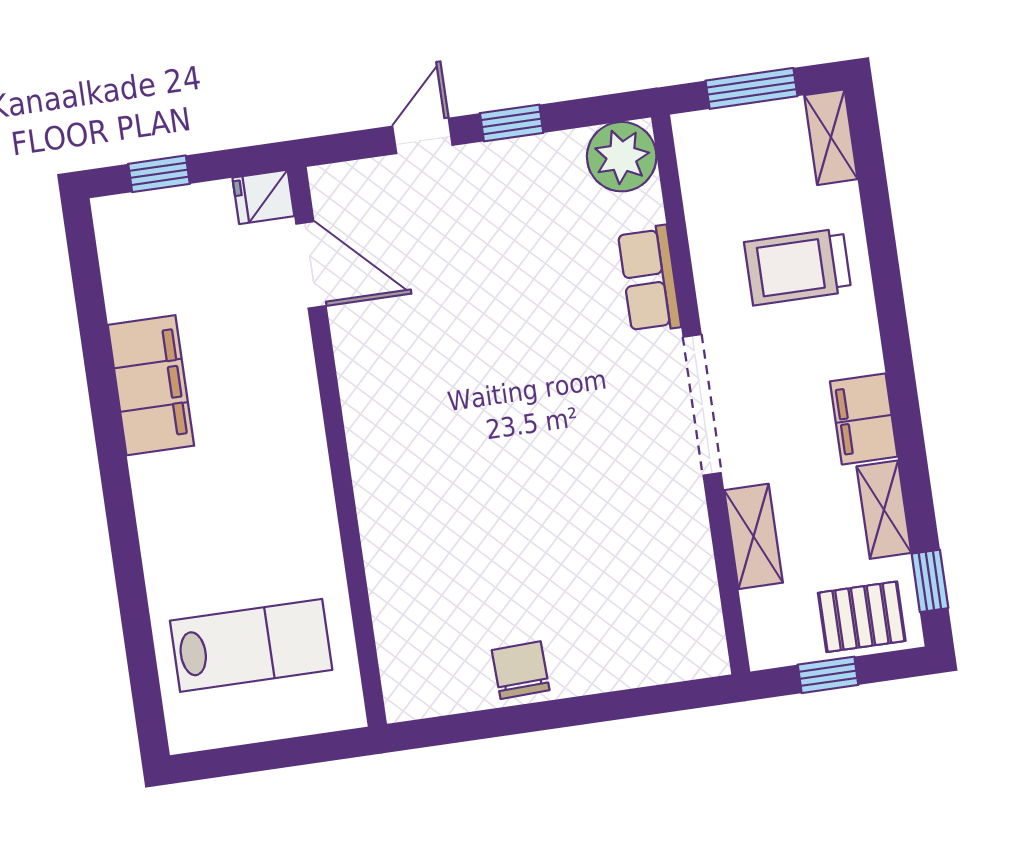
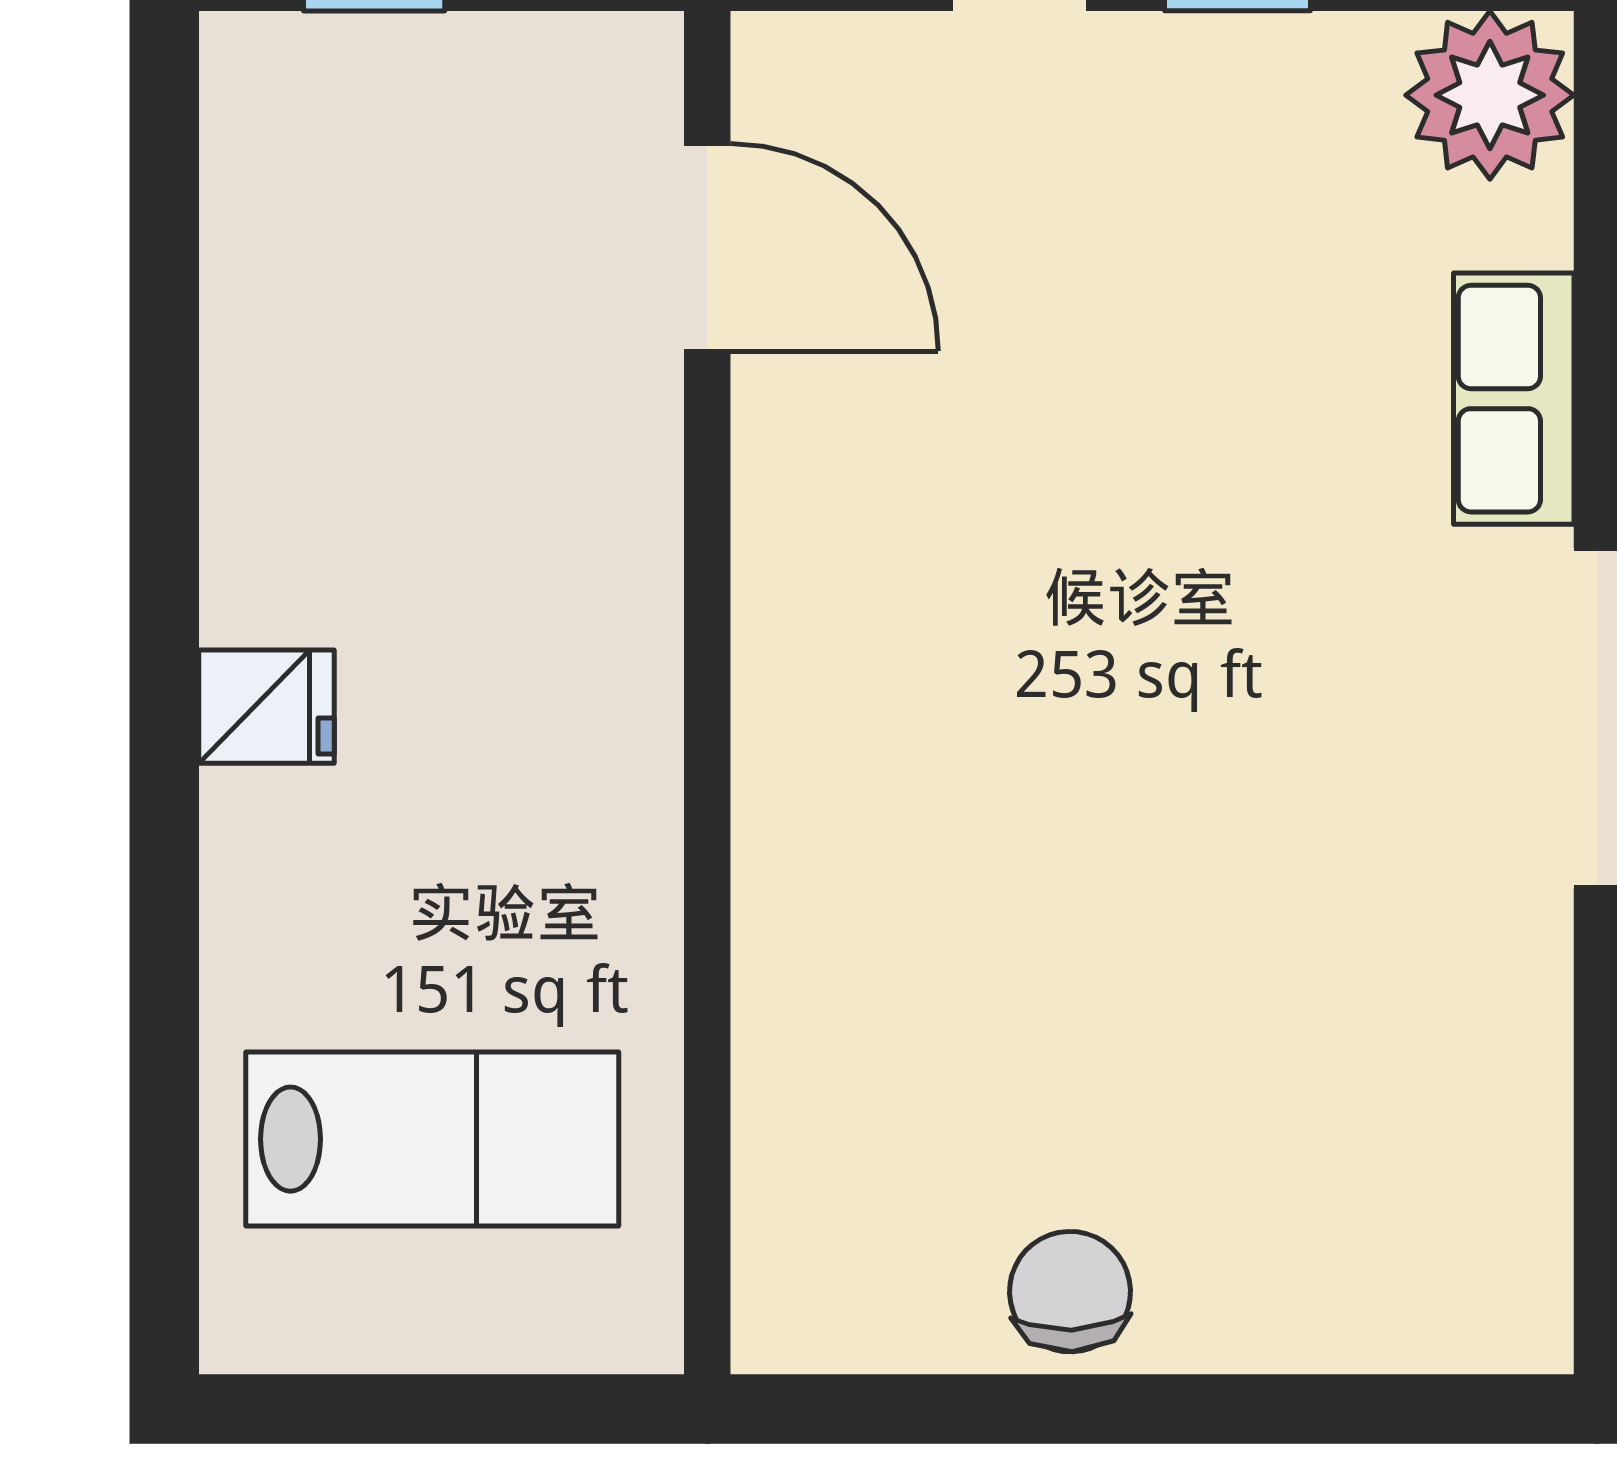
fridge: (263, 197) -> (267, 707), moved, turned 180
filing cabinet: (151, 385) -> (282, 481), removed

